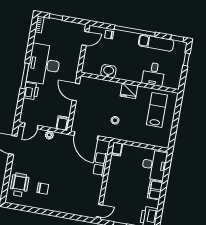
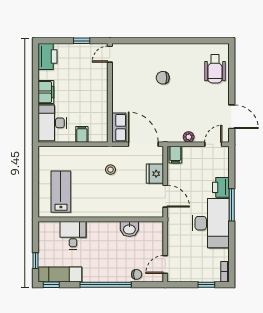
exam couch: (156, 43) -> (60, 274), moved
fridge: (129, 91) -> (155, 174), moved, turned -90
lab bench: (157, 110) -> (61, 192), turned 180
filing cabinet: (117, 149) -> (82, 134), moved
row of seats: (101, 164) -> (119, 128), moved
chair: (43, 189) -> (163, 78), moved

